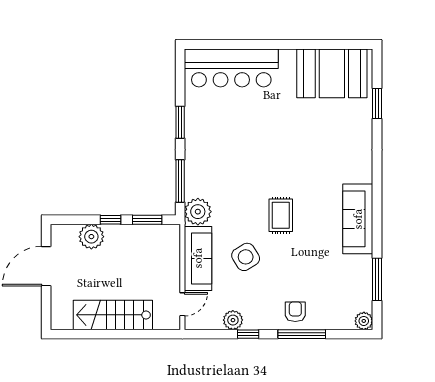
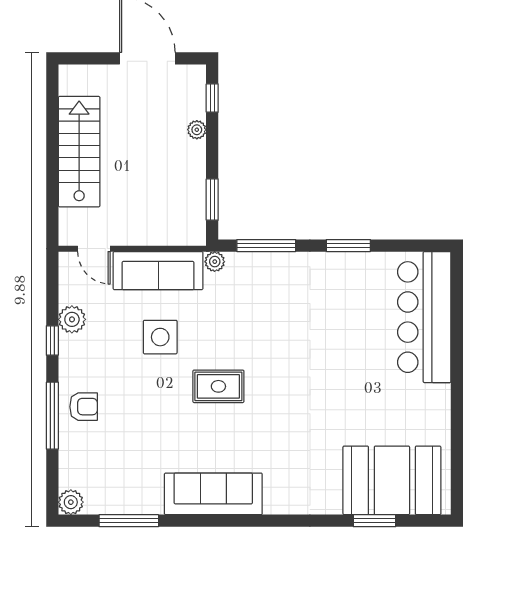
booth: (332, 73) -> (392, 480), moved, turned 90
plant: (198, 212) -> (215, 262), width x0.53, depth x0.53
window: (110, 220) -> (212, 98), moved
plant: (91, 237) -> (197, 130), width x0.53, depth x0.53
side table: (246, 257) -> (160, 337), turned 32

